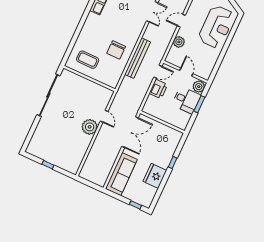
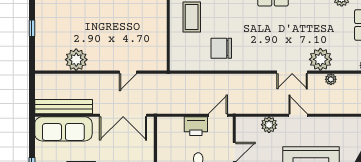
bench: (138, 58) -> (64, 107), moved
door: (158, 72) -> (218, 115), swing flipped
plant: (90, 127) -> (76, 60), moved

